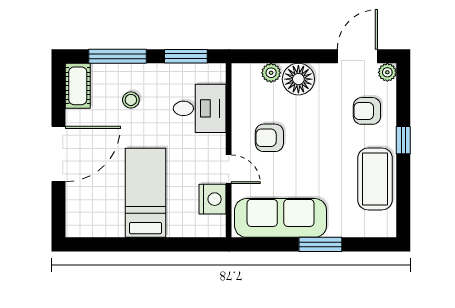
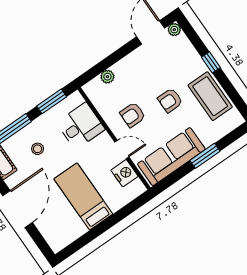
floor lamp: (298, 79) -> (126, 69), removed
armchair: (367, 111) -> (170, 100), moved

